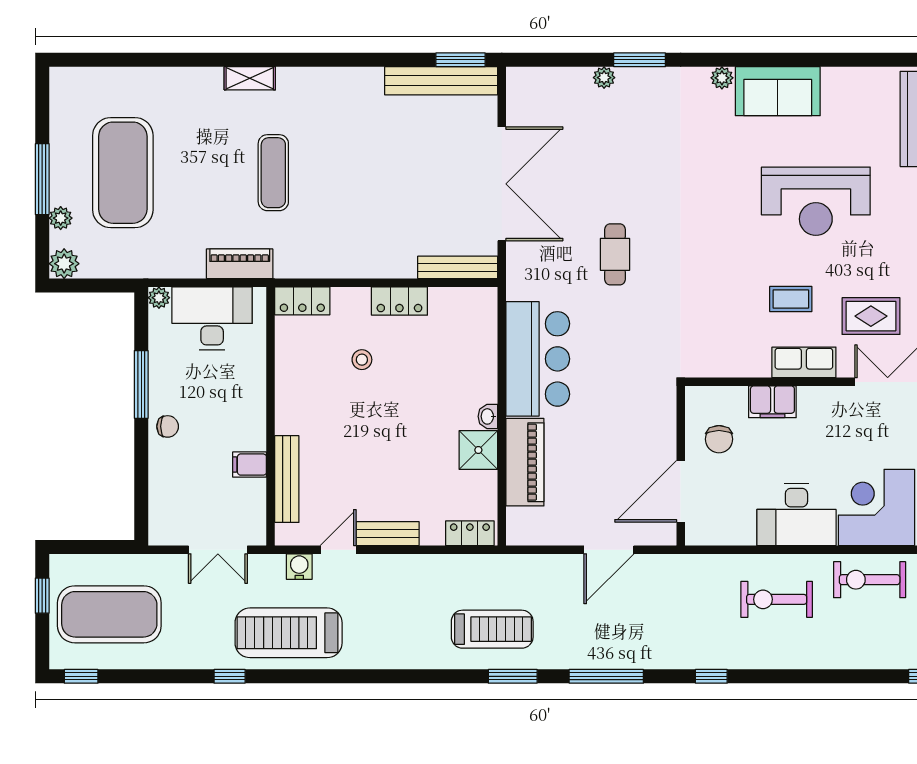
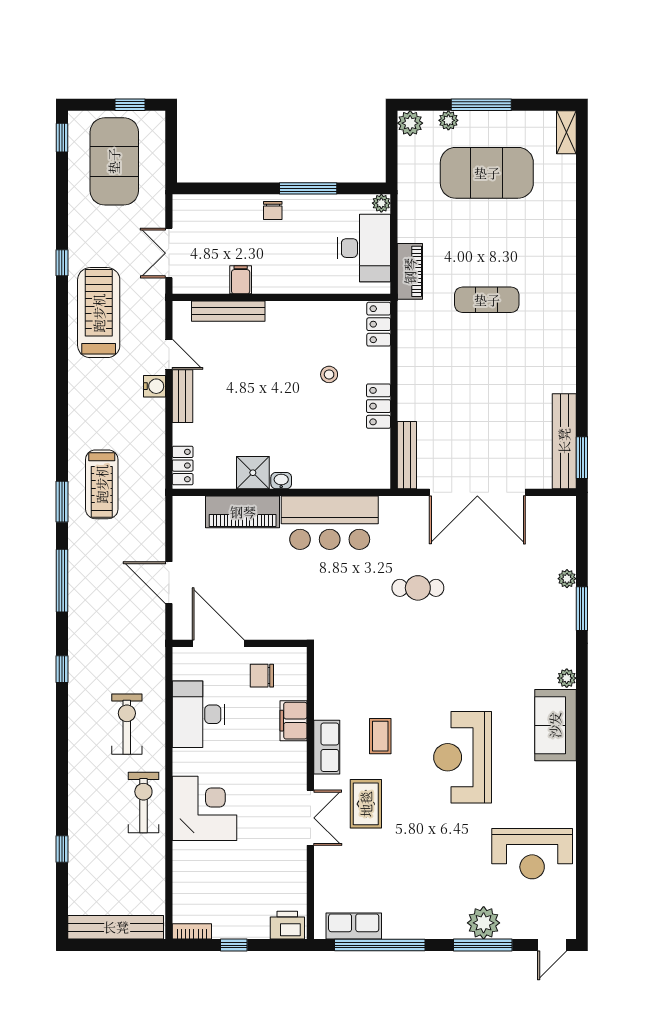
shelving: (250, 78) -> (566, 132), moved
desk: (796, 514) -> (199, 714), moved
water cooler: (299, 567) -> (154, 386), moved

